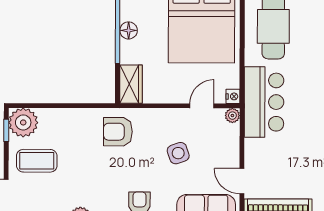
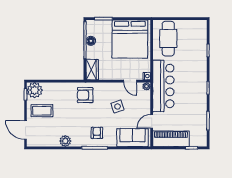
bar counter: (264, 102) -> (163, 86), width x1.36
door: (202, 106) -> (130, 81), swing flipped
door: (242, 181) -> (152, 121), hinge flipped

